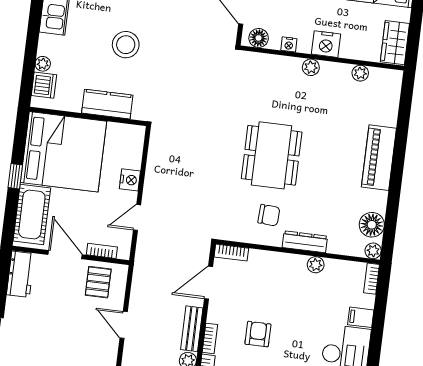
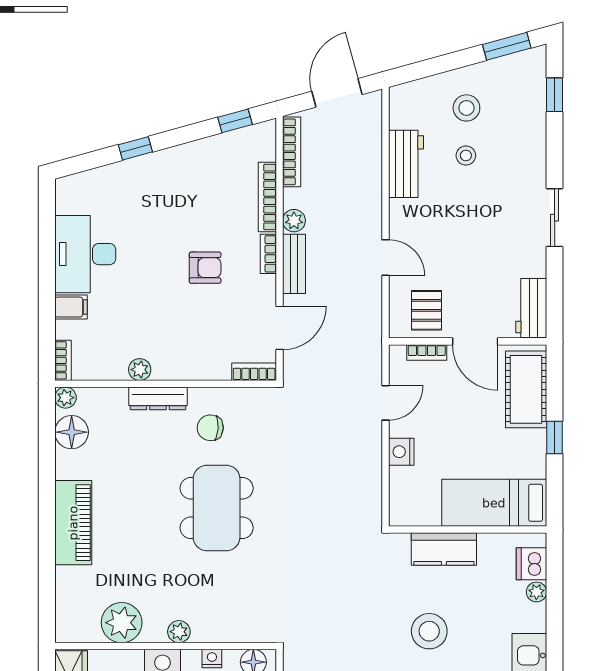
plant: (360, 73) -> (122, 623), width x1.88, depth x1.88
bed: (64, 152) -> (494, 503), width x0.49
armchair: (258, 334) -> (205, 268), turned -90

